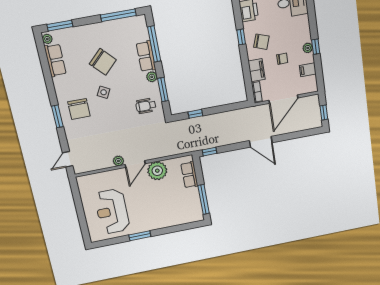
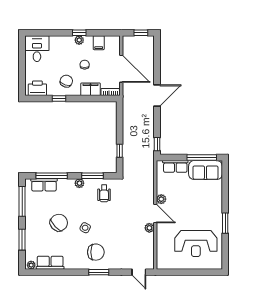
window: (60, 26) -> (22, 240), moved
row of seats: (146, 56) -> (44, 185), moved
plant: (157, 171) -> (161, 199), width x0.53, depth x0.53
sofa: (191, 206) -> (205, 170), added

